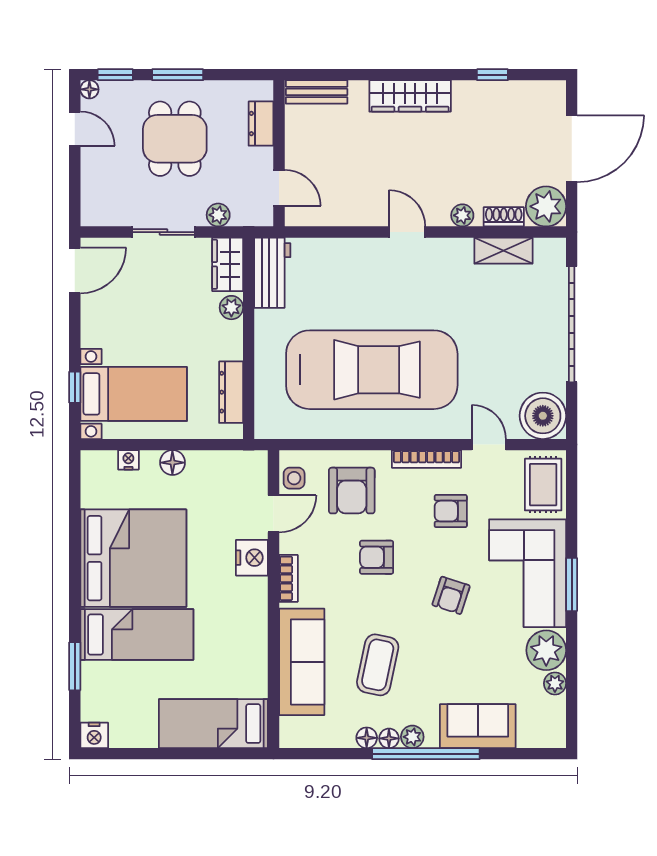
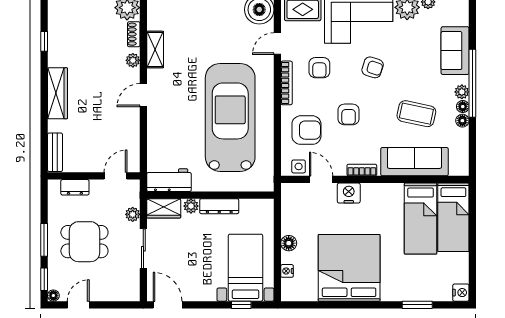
shelving: (503, 251) -> (155, 50), moved
dresser: (231, 392) -> (219, 206), moved
bed: (137, 635) -> (421, 219), moved, turned 180

